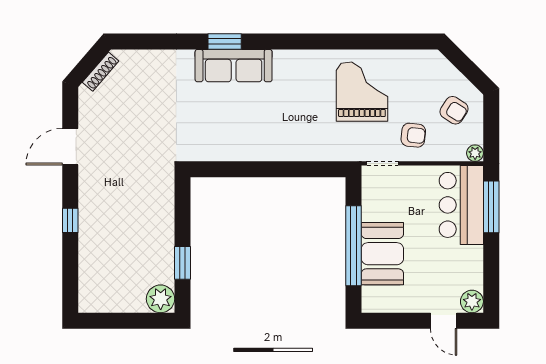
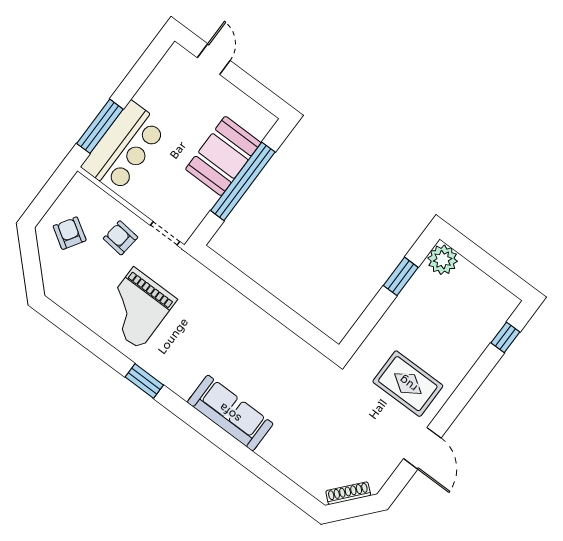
window: (225, 41) -> (144, 381), moved
door: (70, 147) -> (422, 448), hinge flipped
plant: (475, 153) -> (79, 183), removed
rug: (117, 187) -> (408, 384), added
window: (70, 220) -> (505, 337), moved
plant: (472, 301) -> (177, 57), removed

